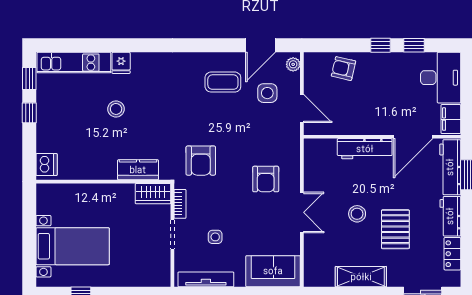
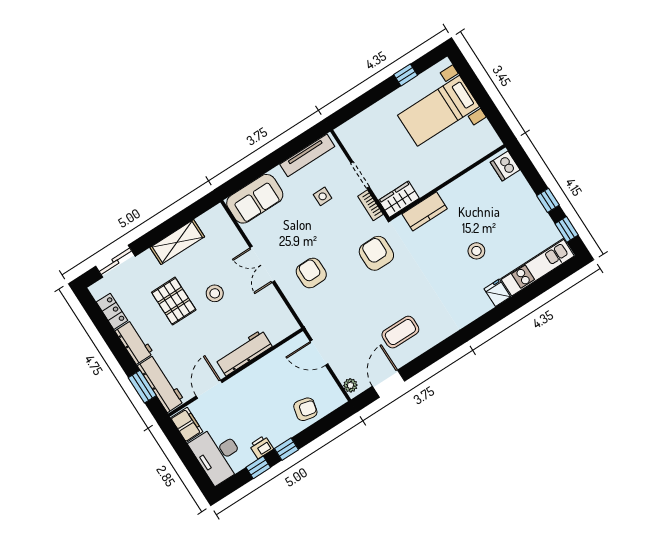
printer: (400, 61) -> (261, 447), added
side table: (267, 93) -> (357, 347), removed
door: (413, 137) -> (209, 389), width x0.73

